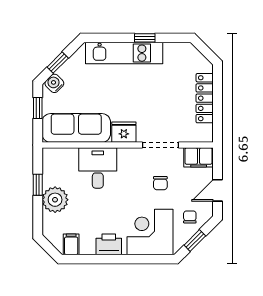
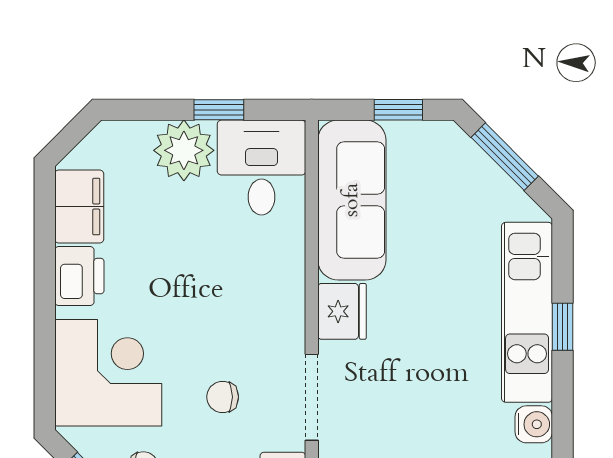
window: (145, 38) -> (563, 327), moved
window: (58, 63) -> (505, 157), width x1.50
water cooler: (54, 83) -> (534, 424), moved, turned 45
desk: (98, 168) -> (262, 168), moved, turned -90
filing cabinet: (71, 244) -> (79, 207), width x2.00

